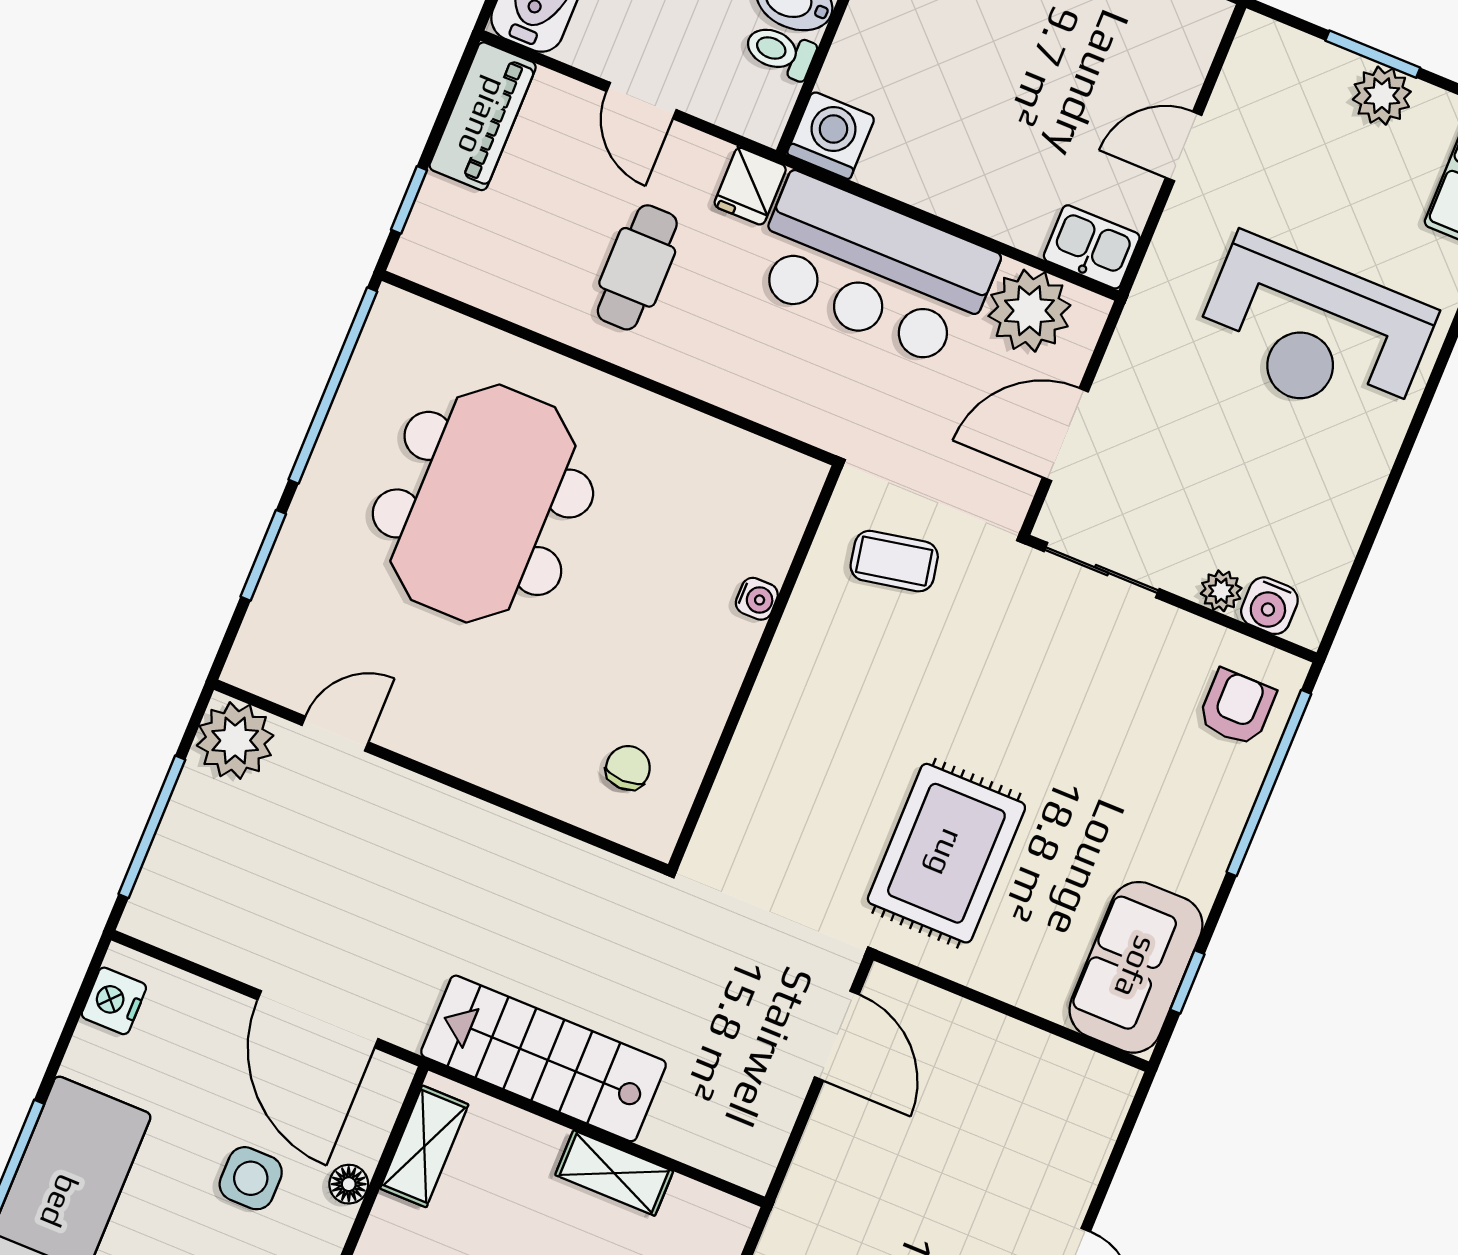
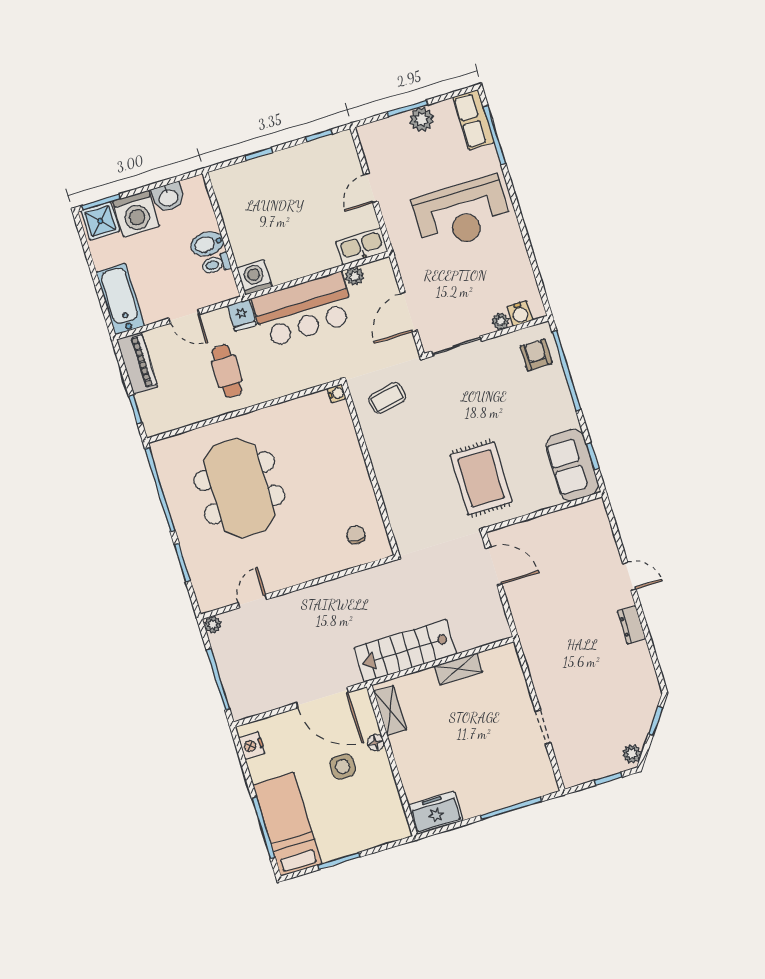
kitchen sink: (1092, 247) -> (362, 247), width x1.38
plant: (1029, 311) -> (355, 276), width x0.53, depth x0.53
water cooler: (757, 599) -> (337, 393), moved
plant: (235, 741) -> (213, 625), width x0.53, depth x0.53

